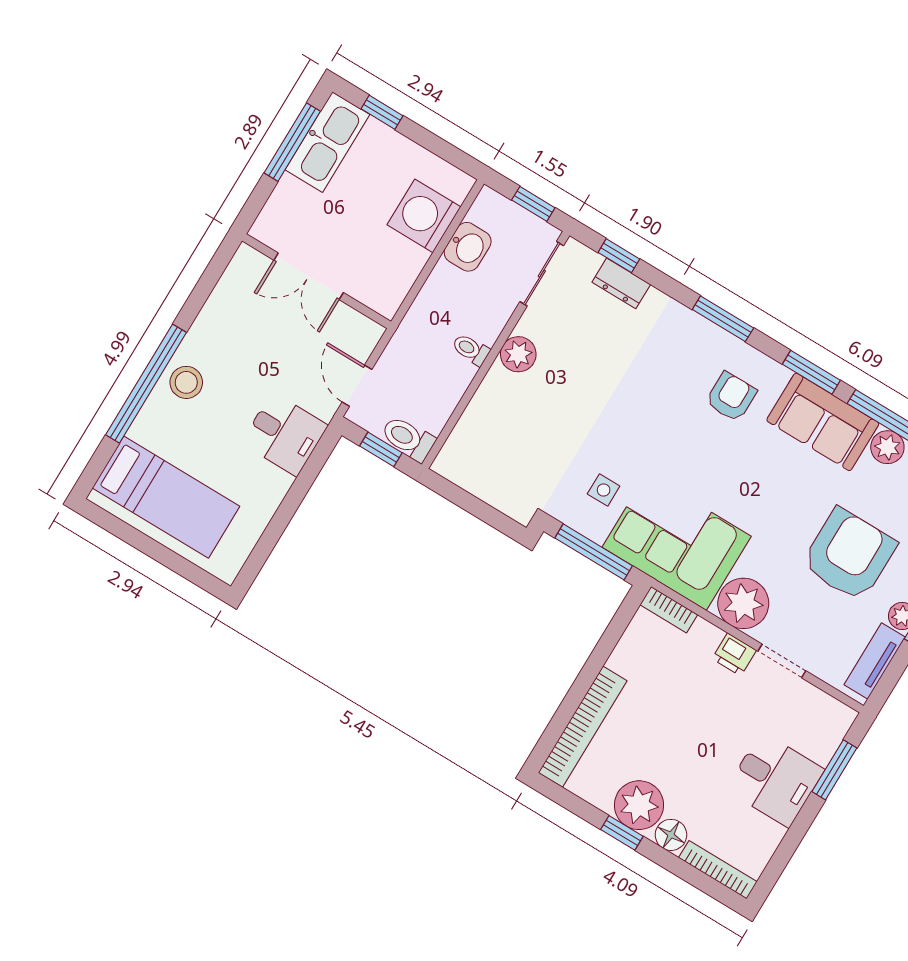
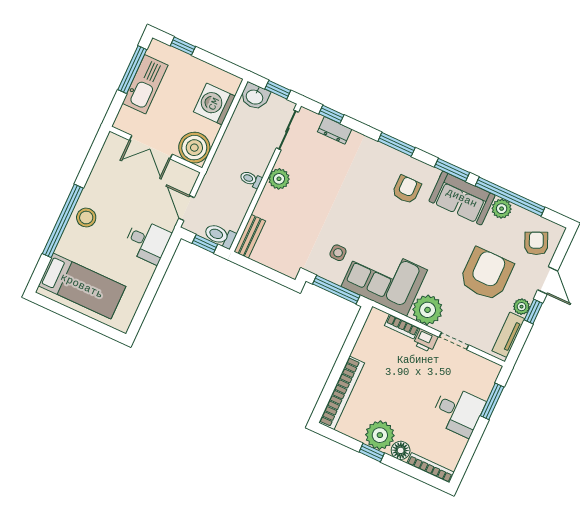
kitchen sink: (327, 142) -> (145, 84), moved
washbasin: (468, 247) -> (255, 97), moved, turned 90
boiler: (382, 285) -> (194, 148), added
bench: (458, 446) -> (250, 236), added
bookcase: (669, 610) -> (402, 327), moved

